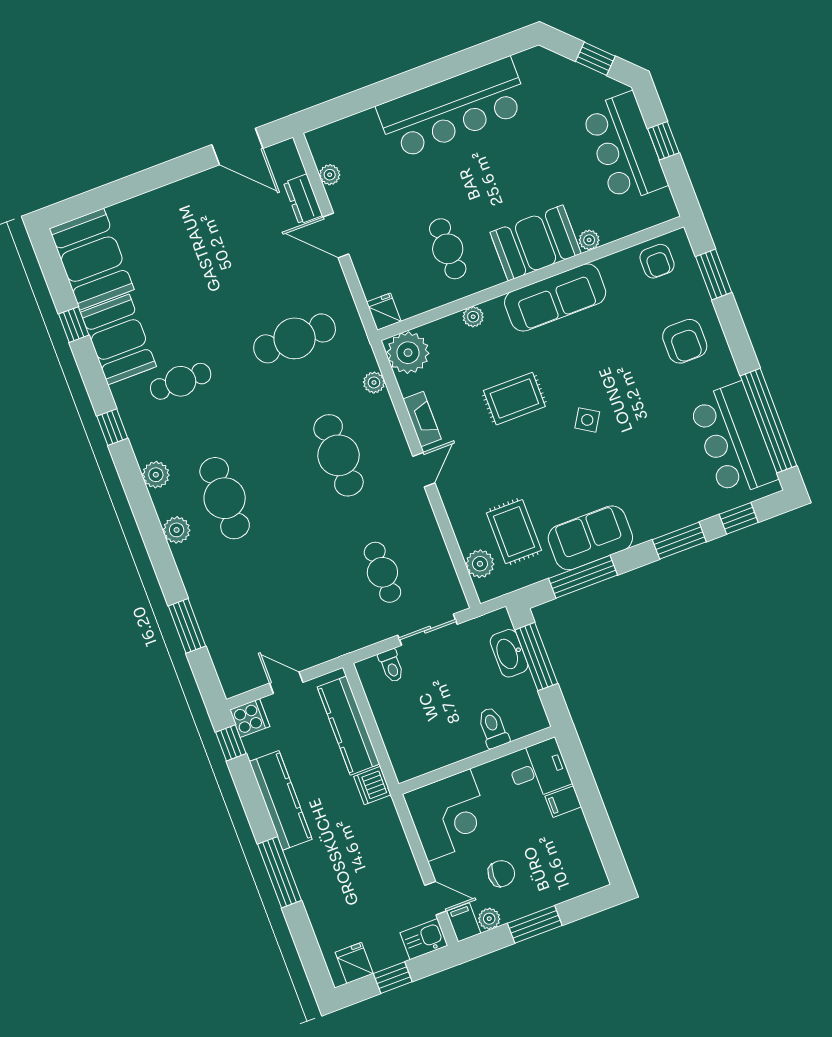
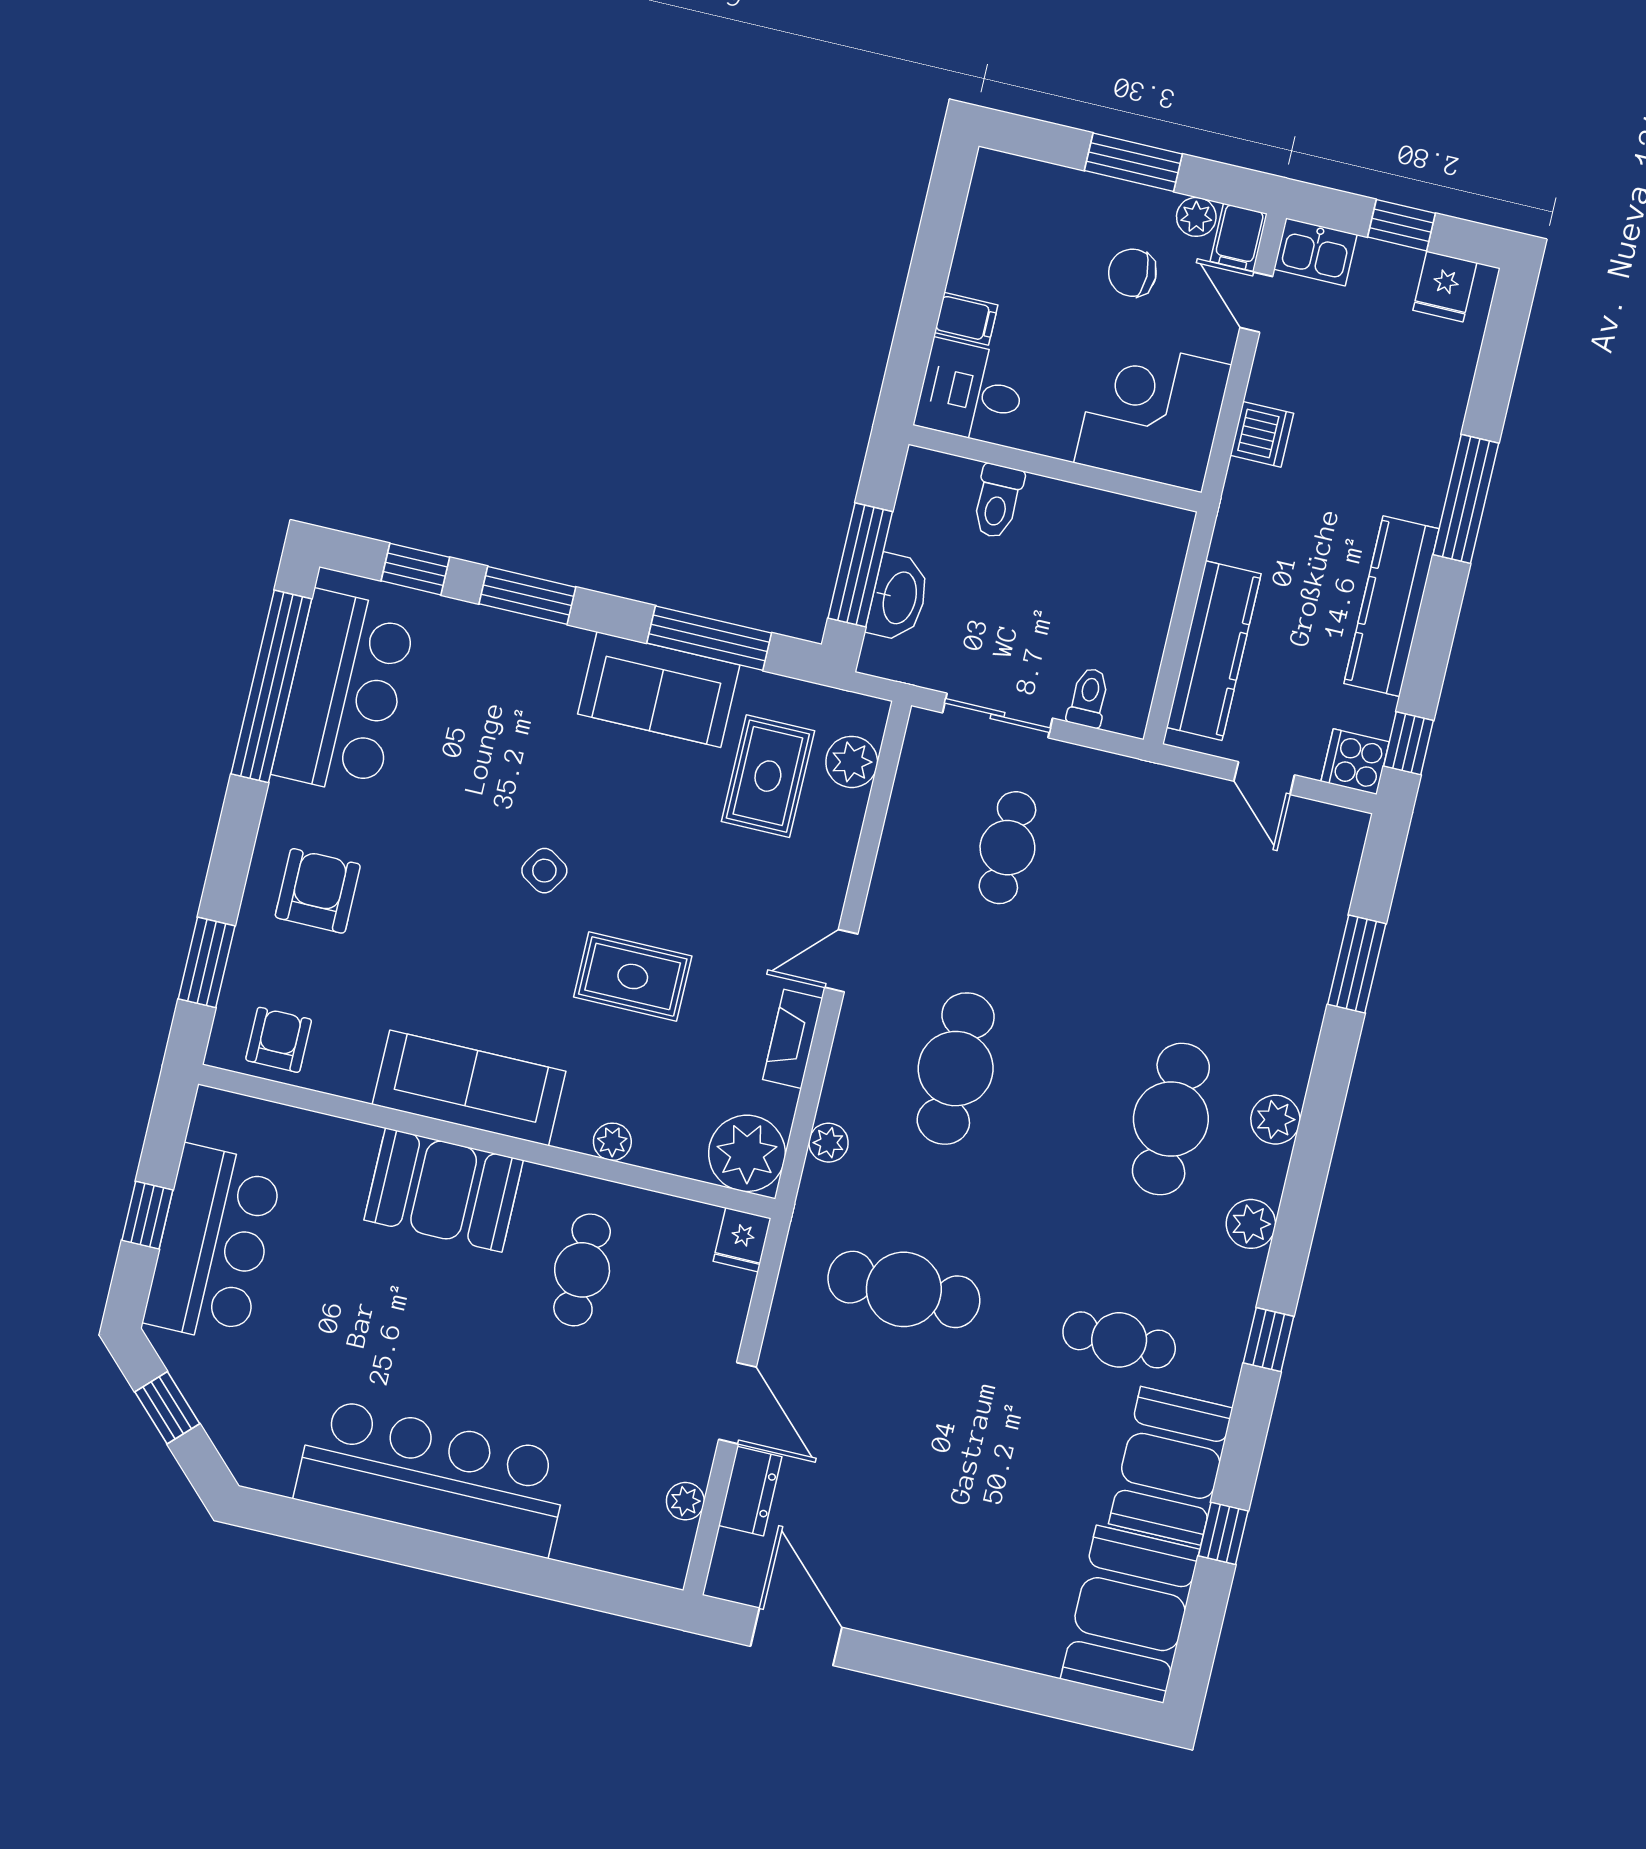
plant: (589, 240) -> (360, 1140), removed
dishwasher: (372, 786) -> (1262, 434), moved

